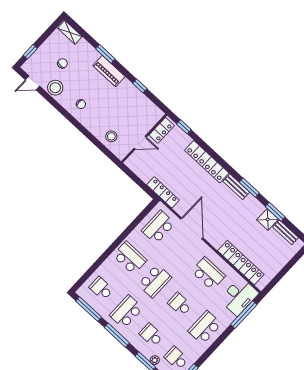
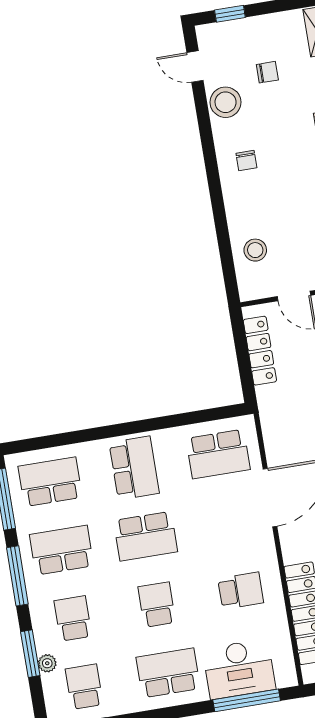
locker: (163, 192) -> (260, 351), moved
school desk: (158, 227) -> (218, 454), turned 180
school desk: (208, 274) -> (241, 591), width x0.54
school desk: (101, 289) -> (50, 482), width x1.85
desk: (239, 296) -> (239, 669), moved

